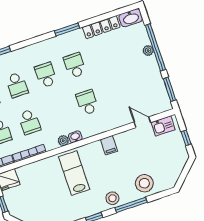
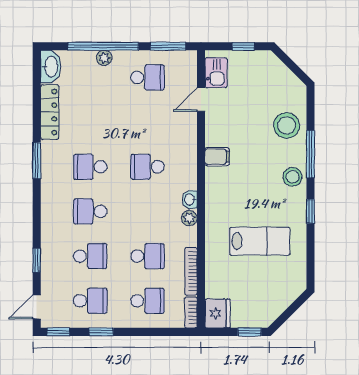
school desk: (145, 83) -> (148, 77), added
lab bench: (74, 173) -> (260, 241), moved, turned 180

